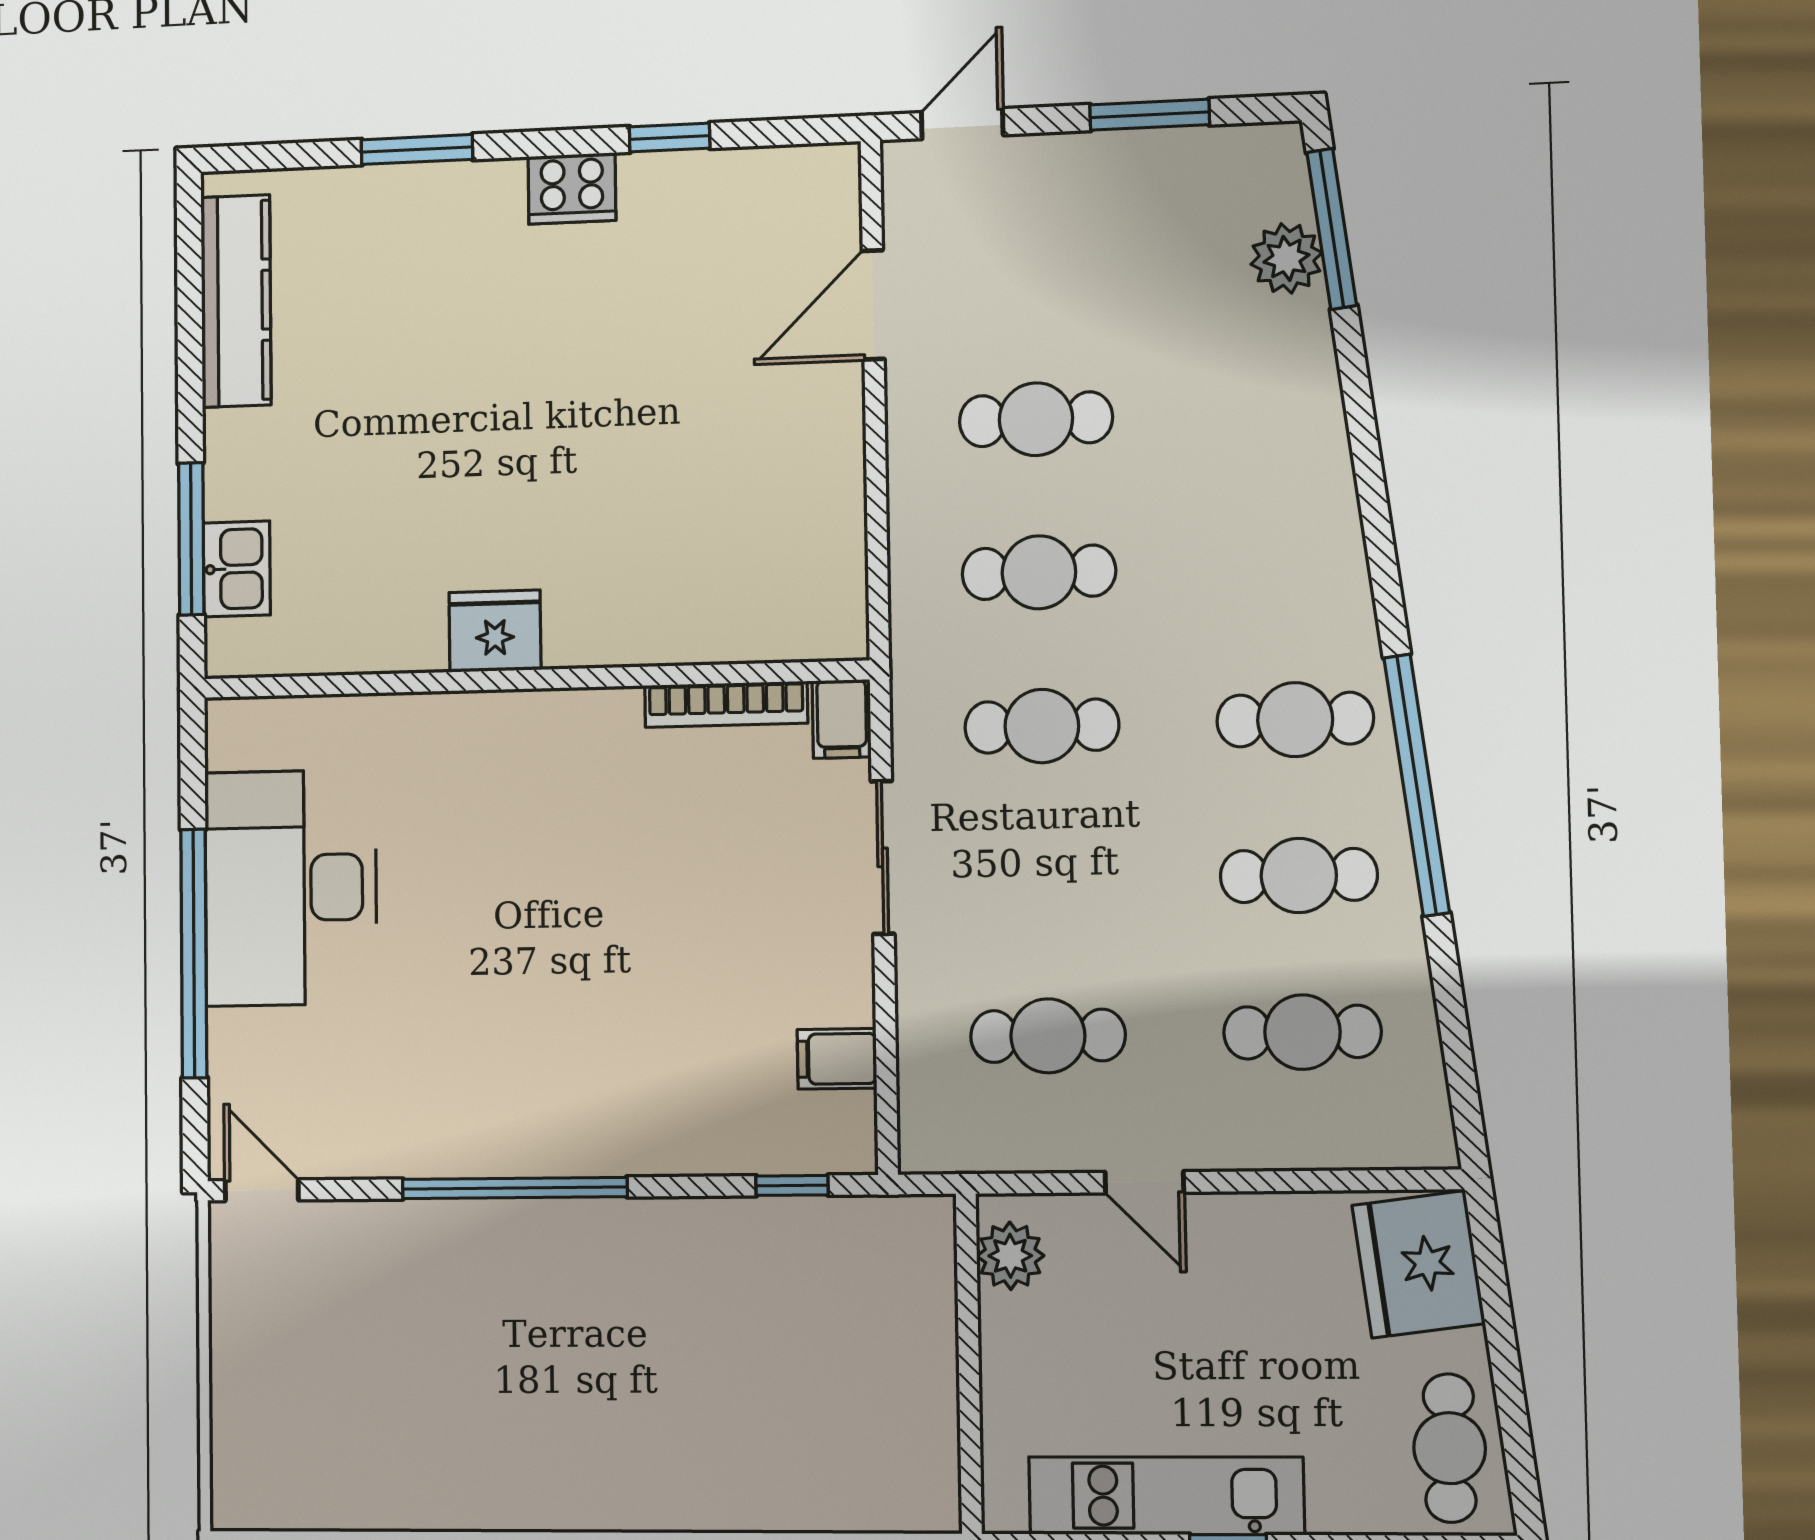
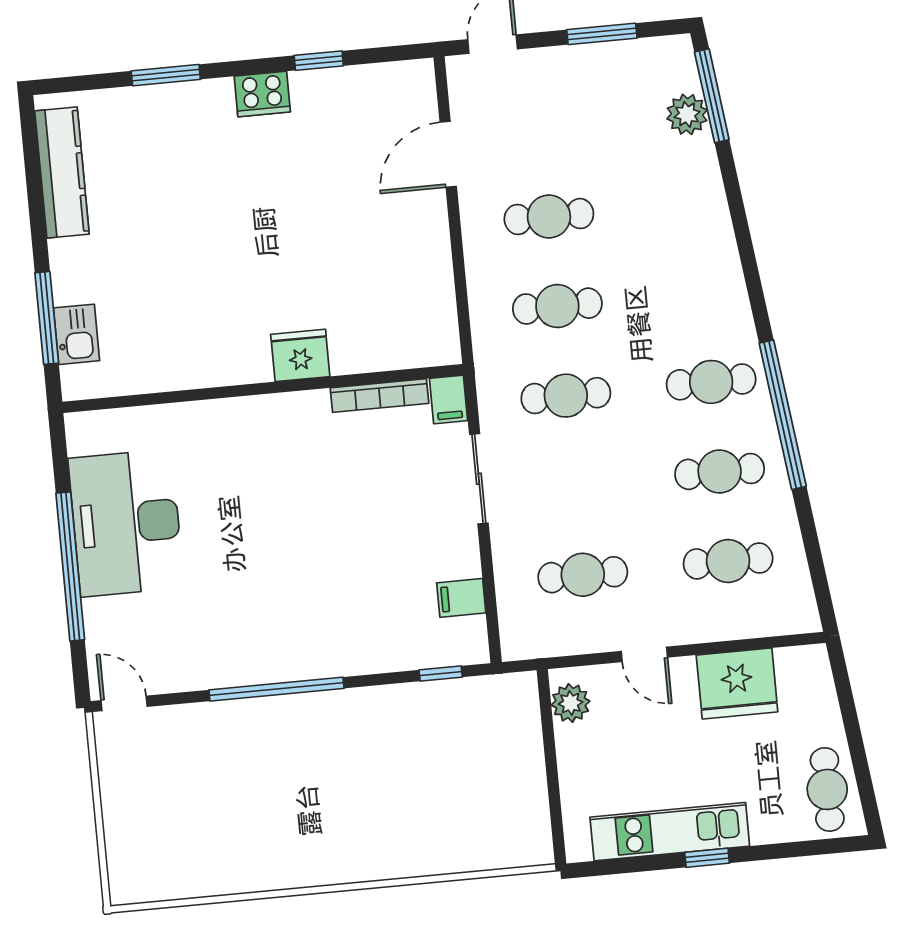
fridge: (495, 631) -> (300, 355), moved
fridge: (1418, 1264) -> (737, 683), moved, turned -83

